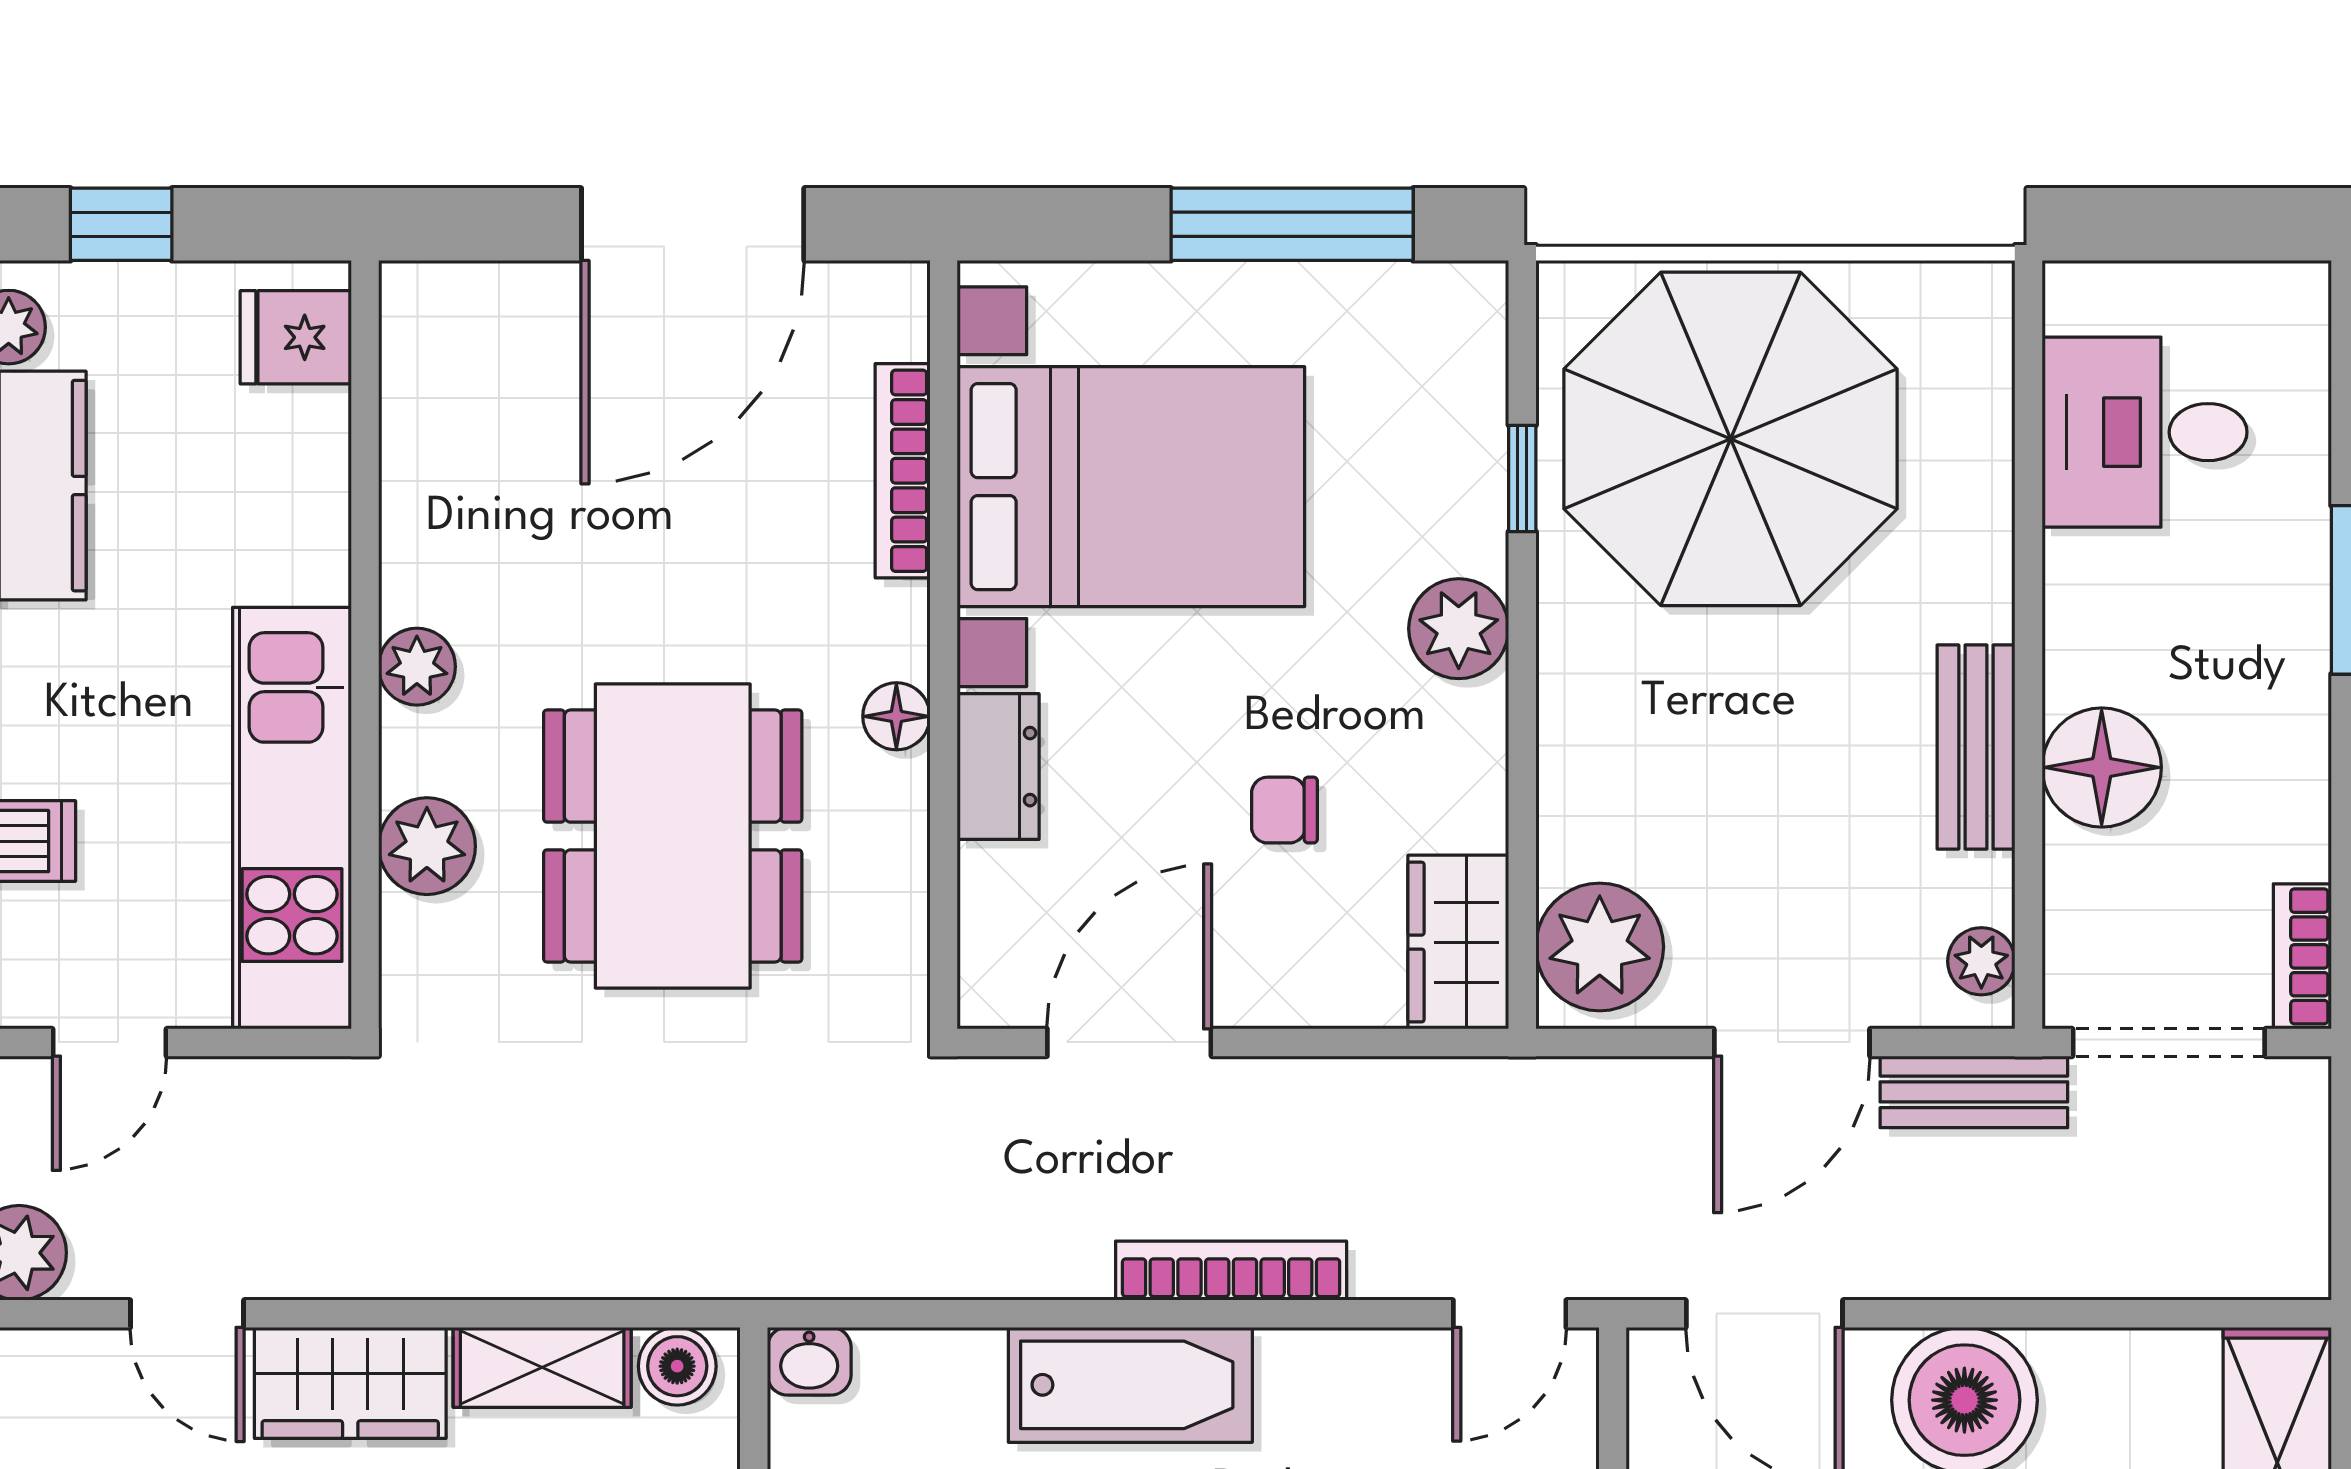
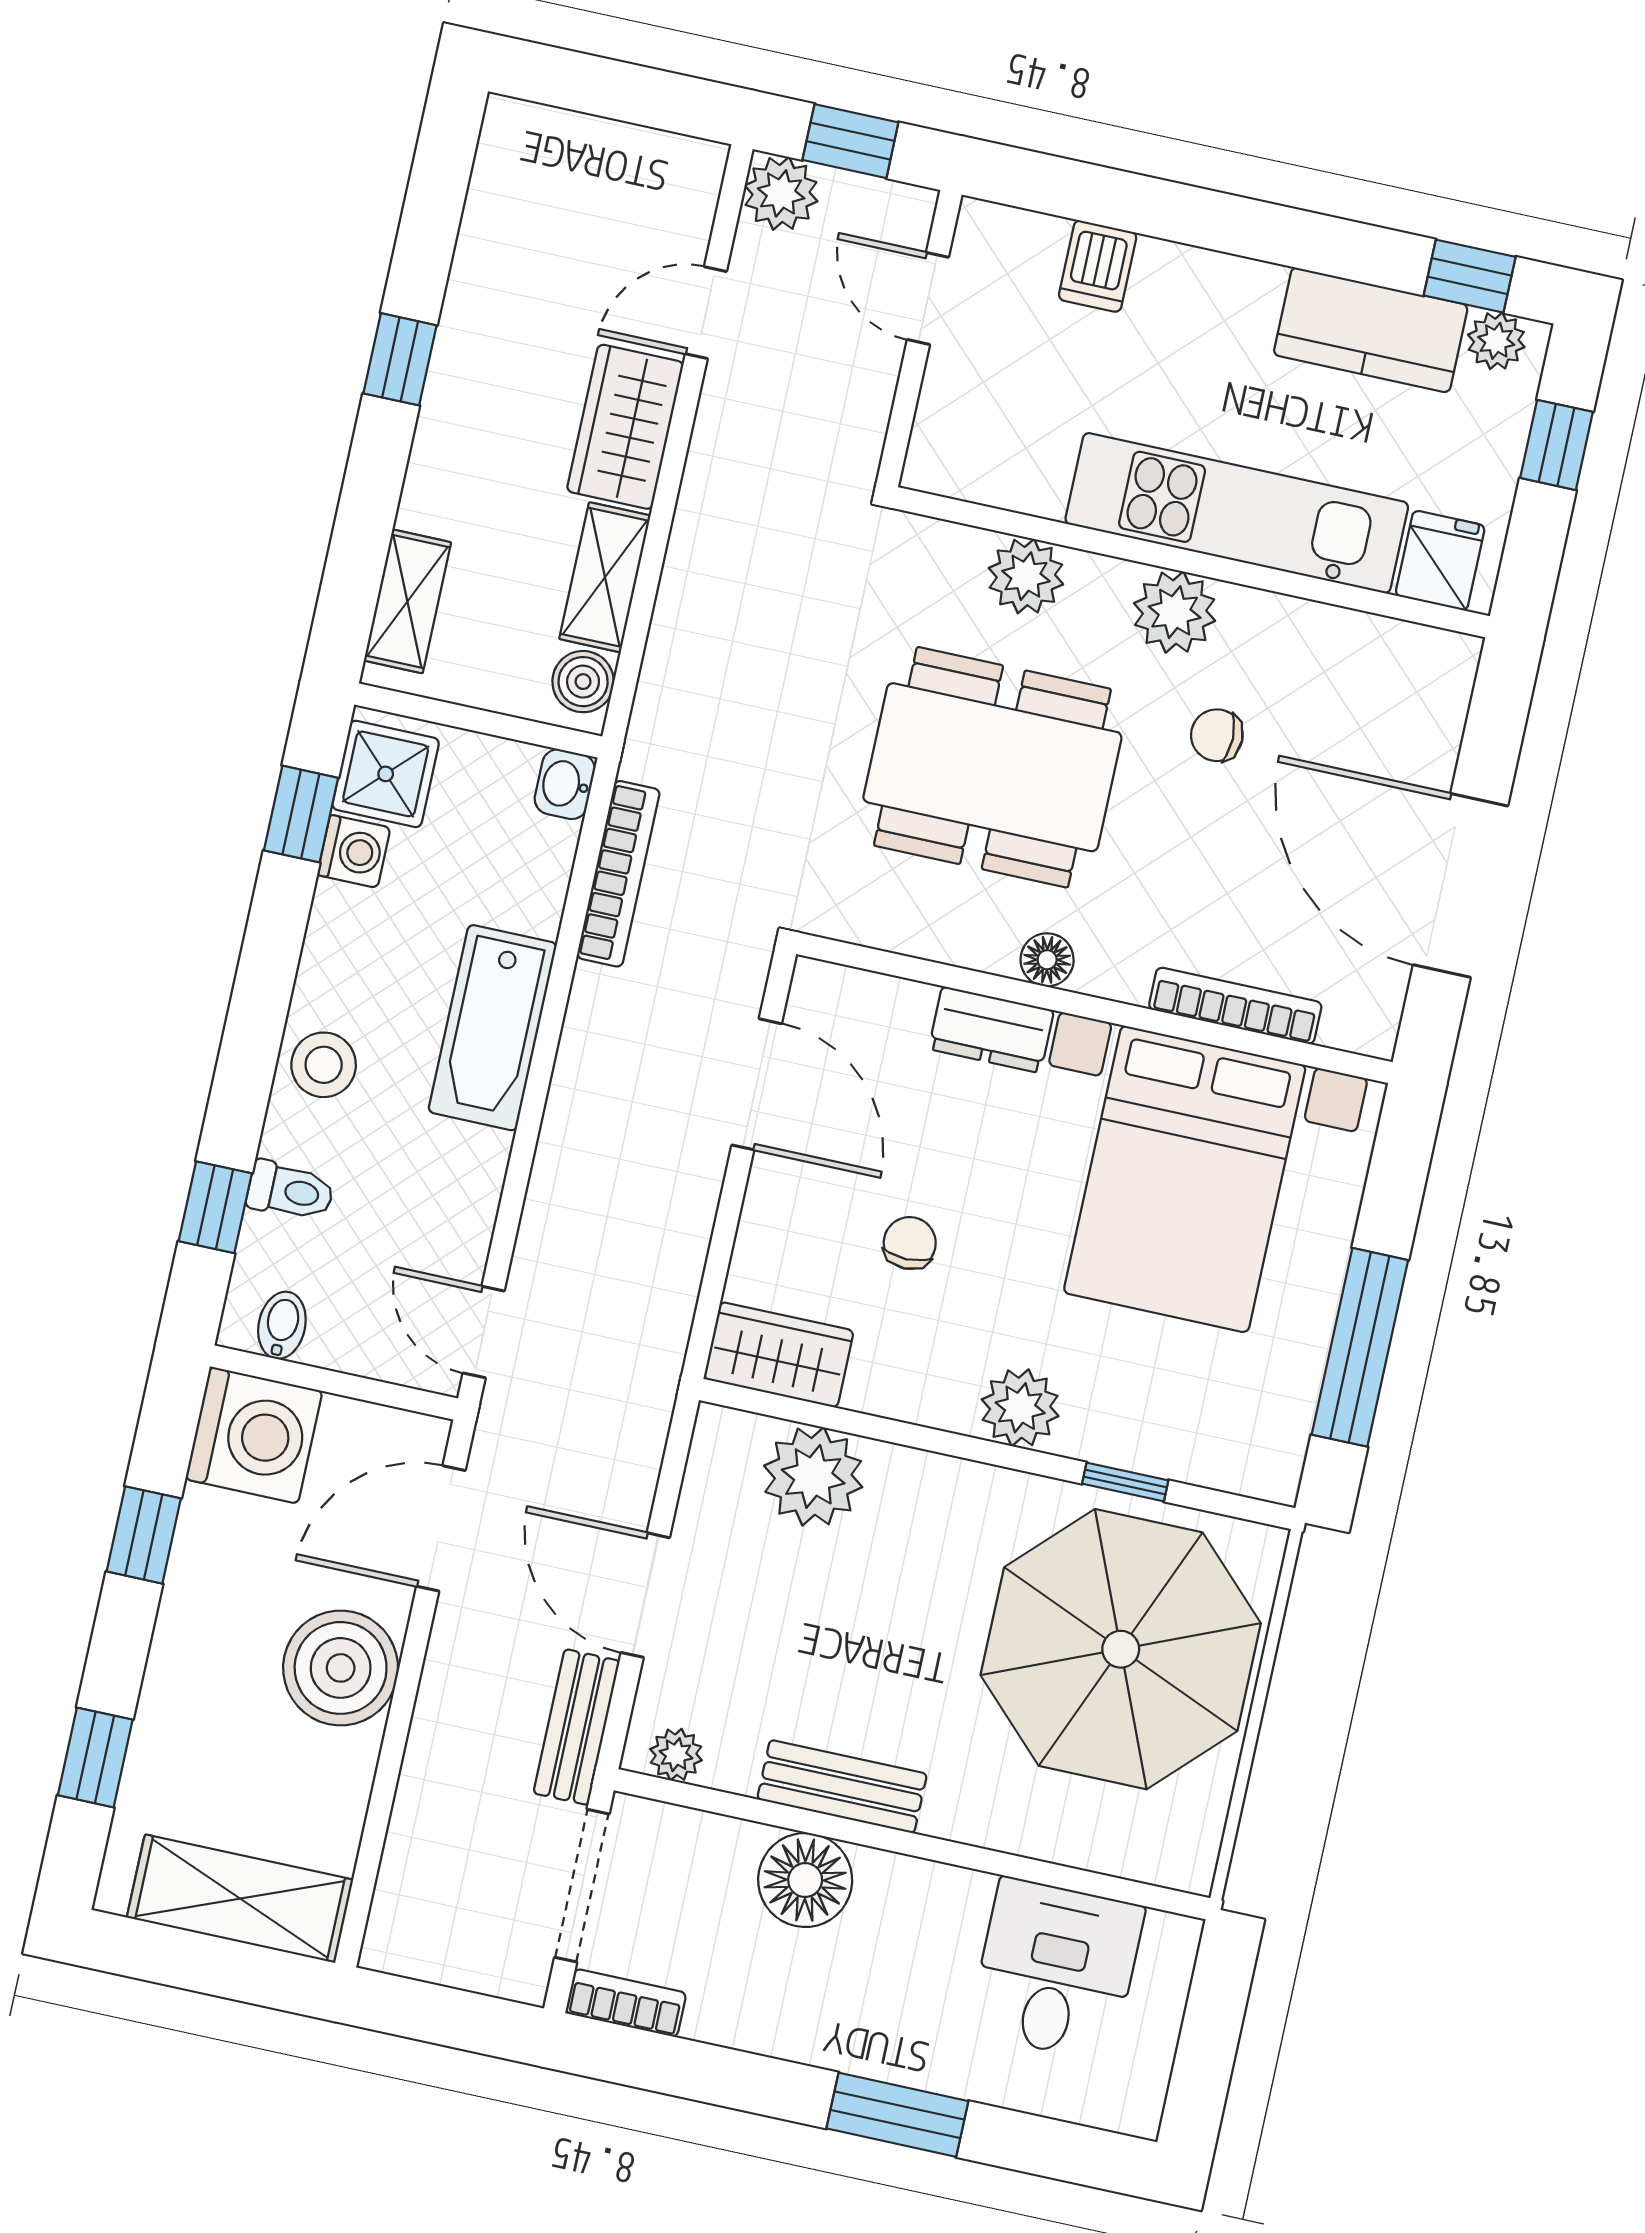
chair: (572, 567) -> (1217, 735), added
plant: (417, 667) -> (1175, 612), width x1.38, depth x1.38
kitchen unit: (292, 818) -> (1237, 513), moved
plant: (1600, 947) -> (813, 1476), moved
bookcase: (1231, 1271) -> (618, 874), moved

